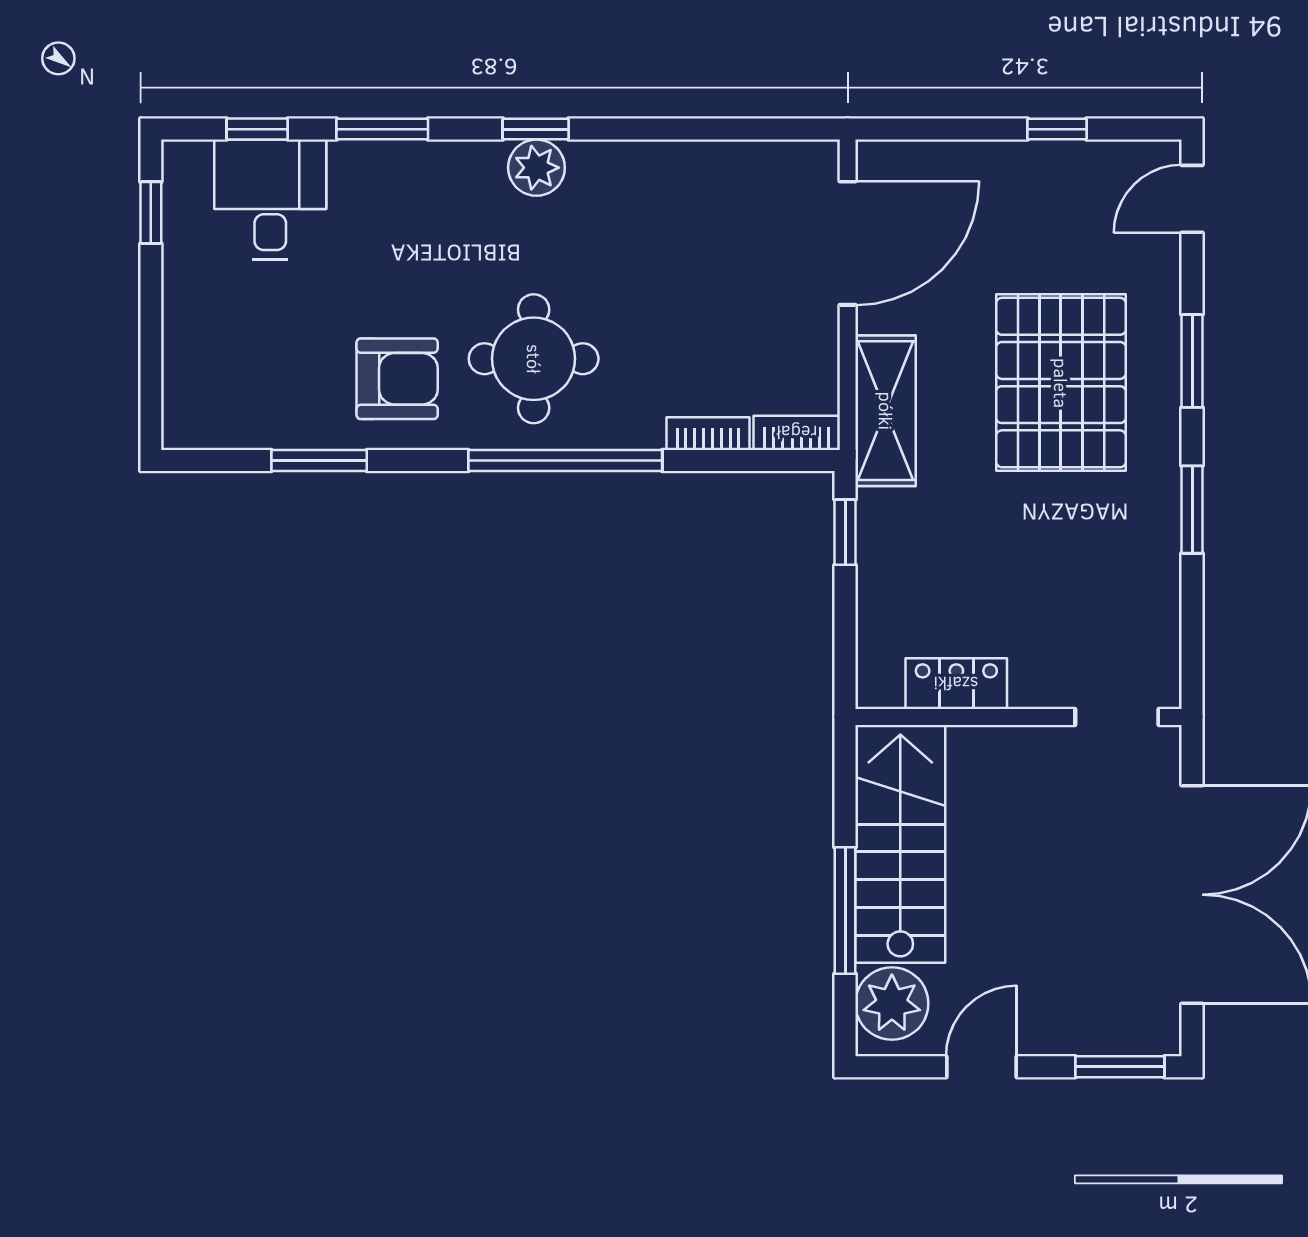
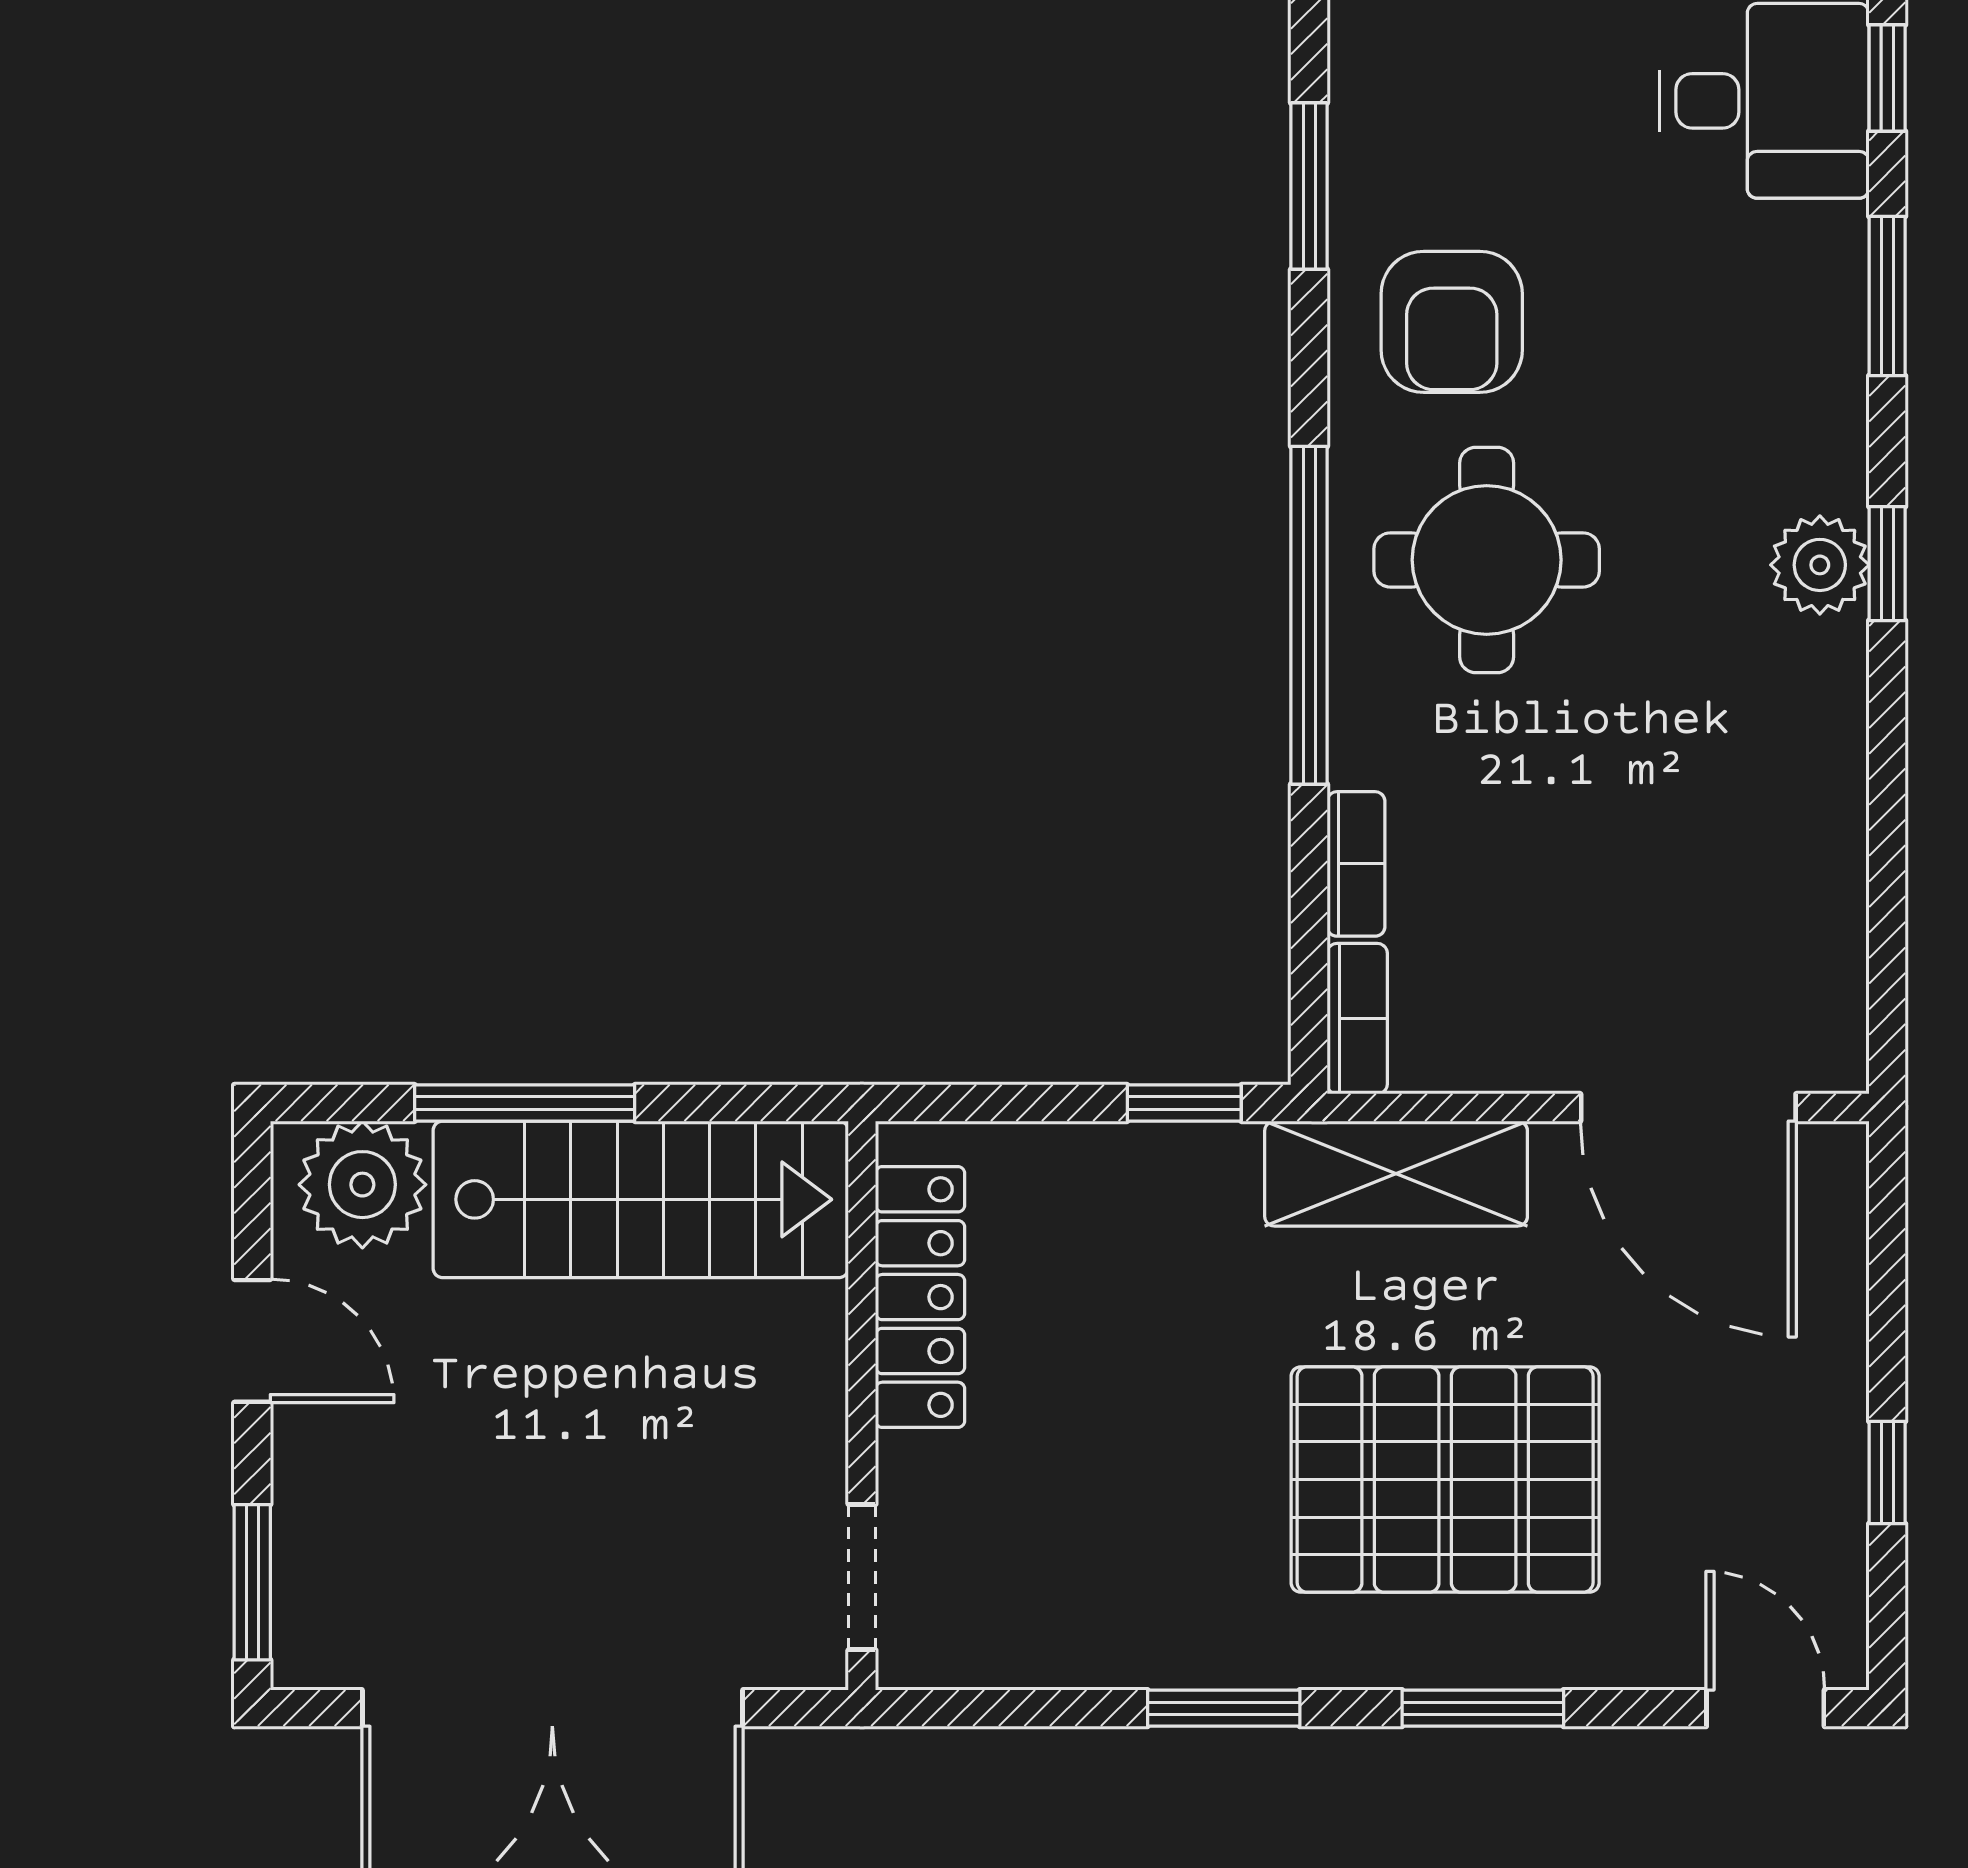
locker: (956, 684) -> (920, 1297), width x1.53

